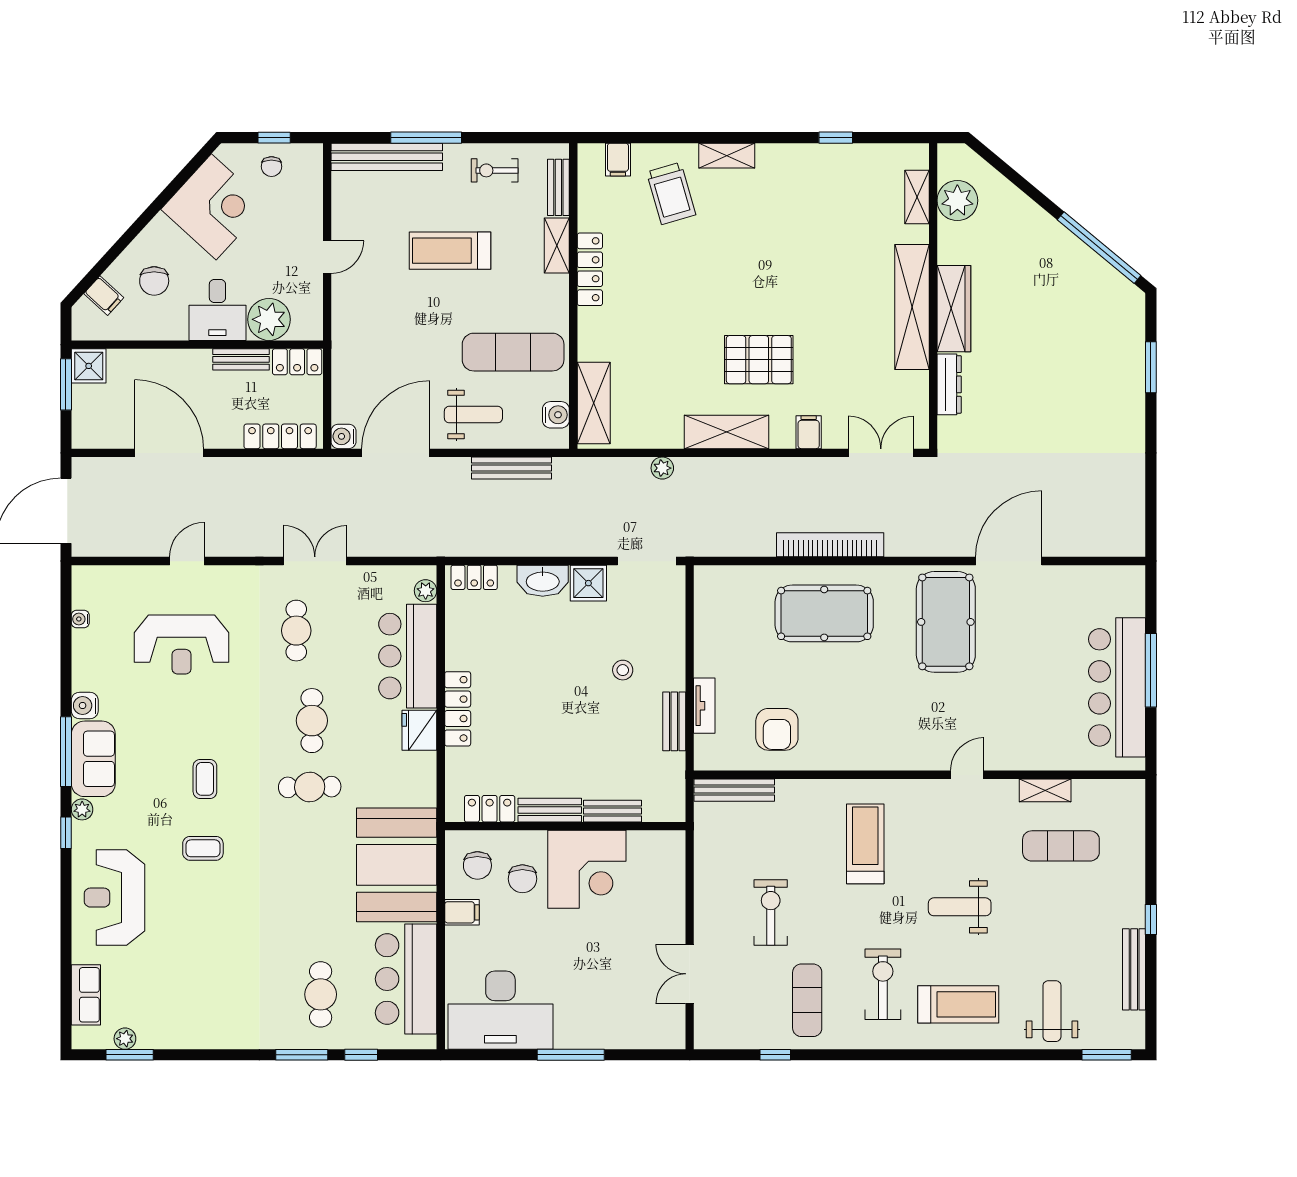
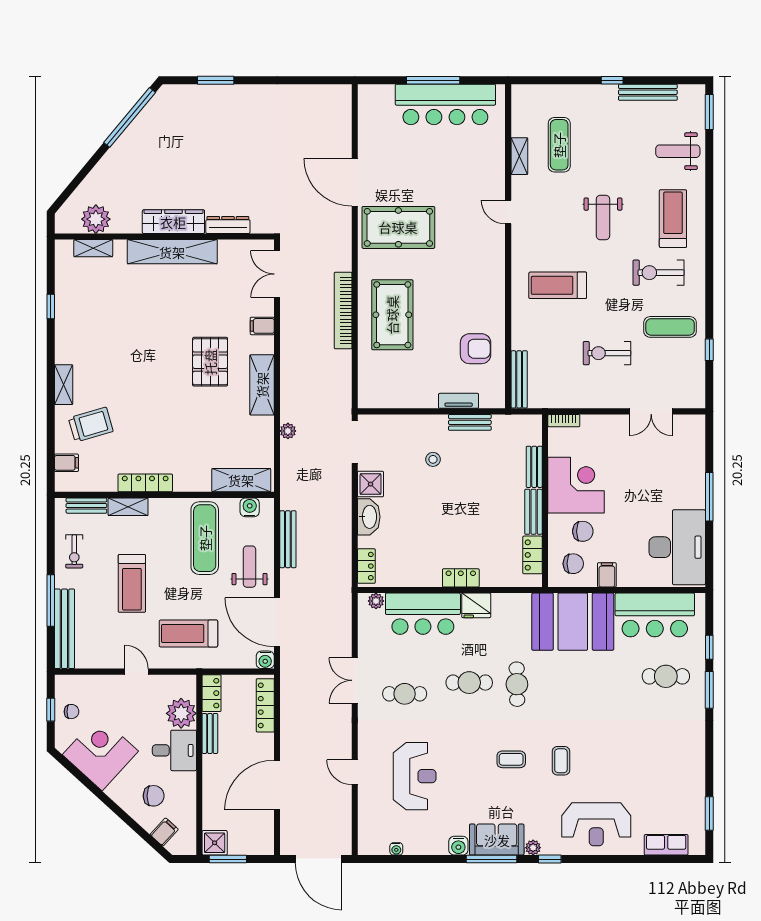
treadmill: (380, 329) -> (188, 633), added
locker: (458, 709) -> (461, 578), width x0.66
bookcase: (677, 852) -> (564, 421), added
plant: (125, 1039) -> (698, 817), removed

